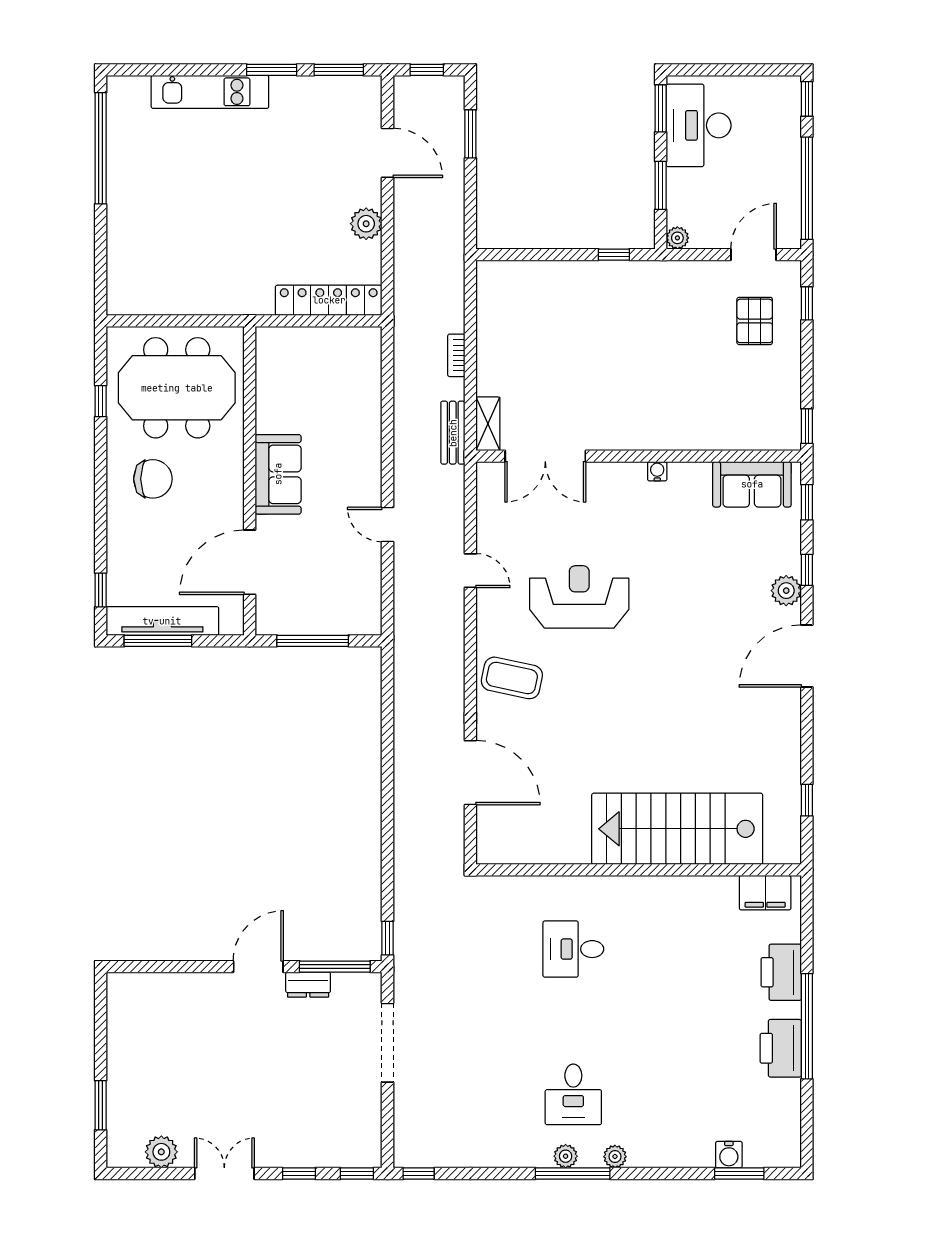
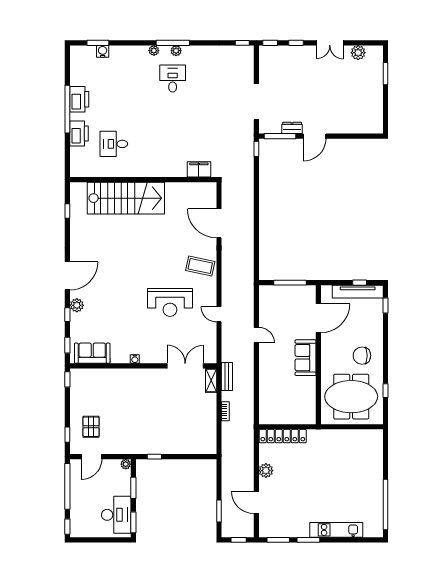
window: (158, 641) -> (360, 283), width x0.46
filing cabinet: (765, 893) -> (199, 169), moved
desk: (573, 949) -> (114, 144), moved, turned 180

